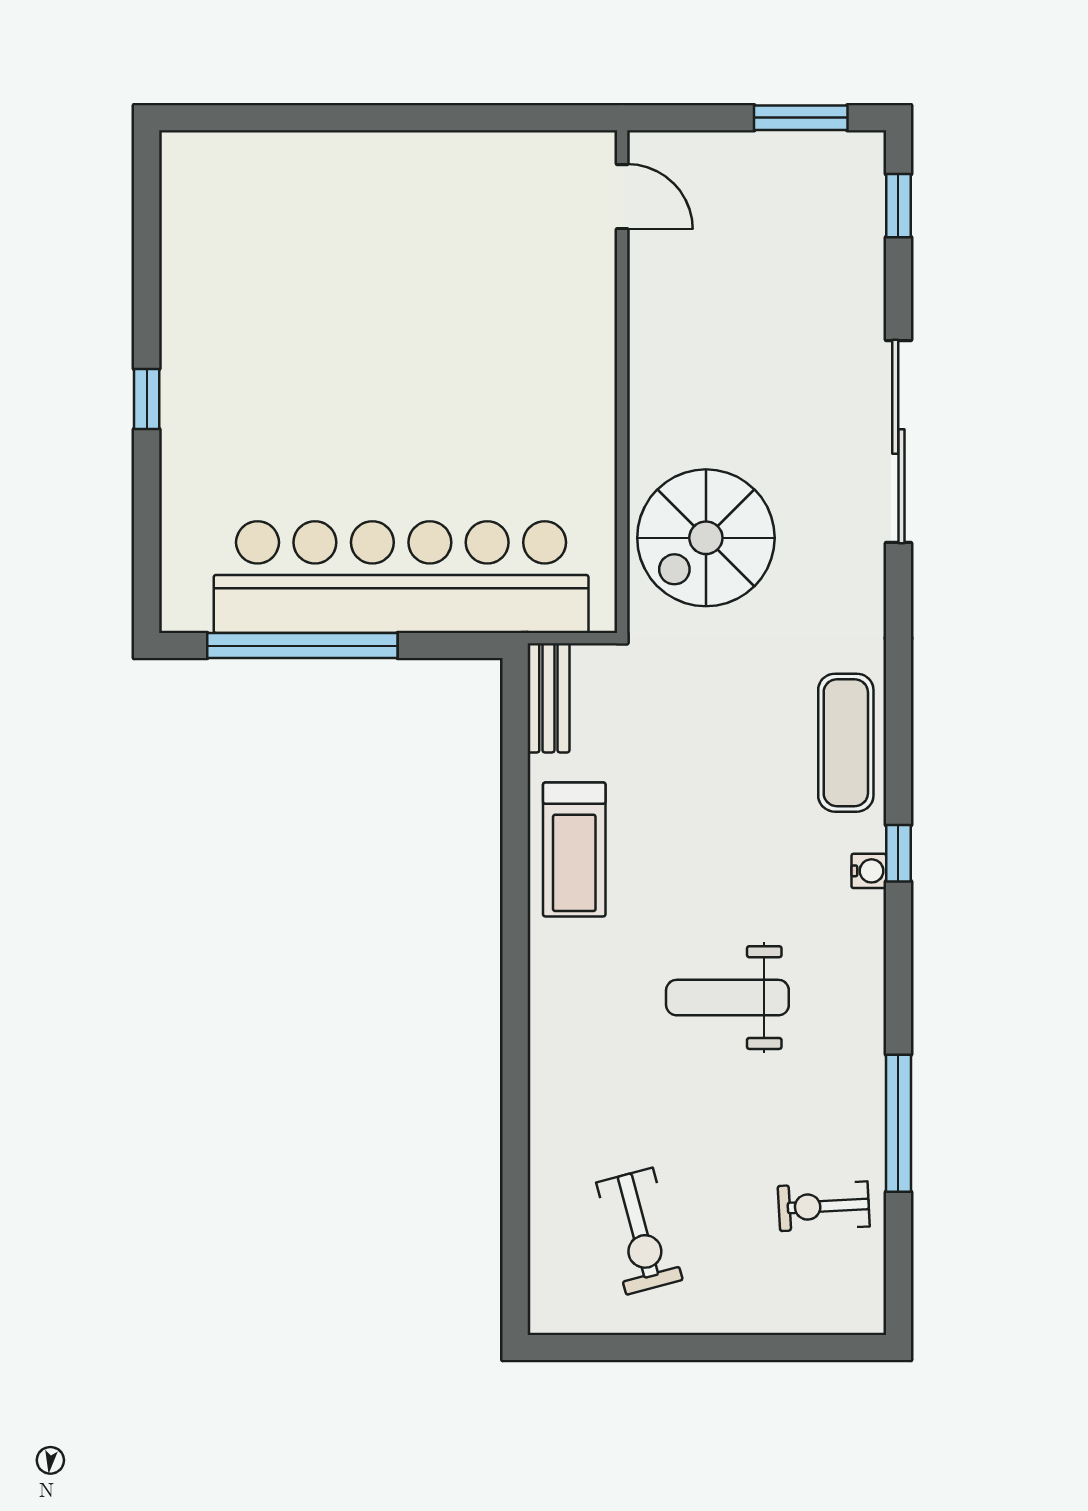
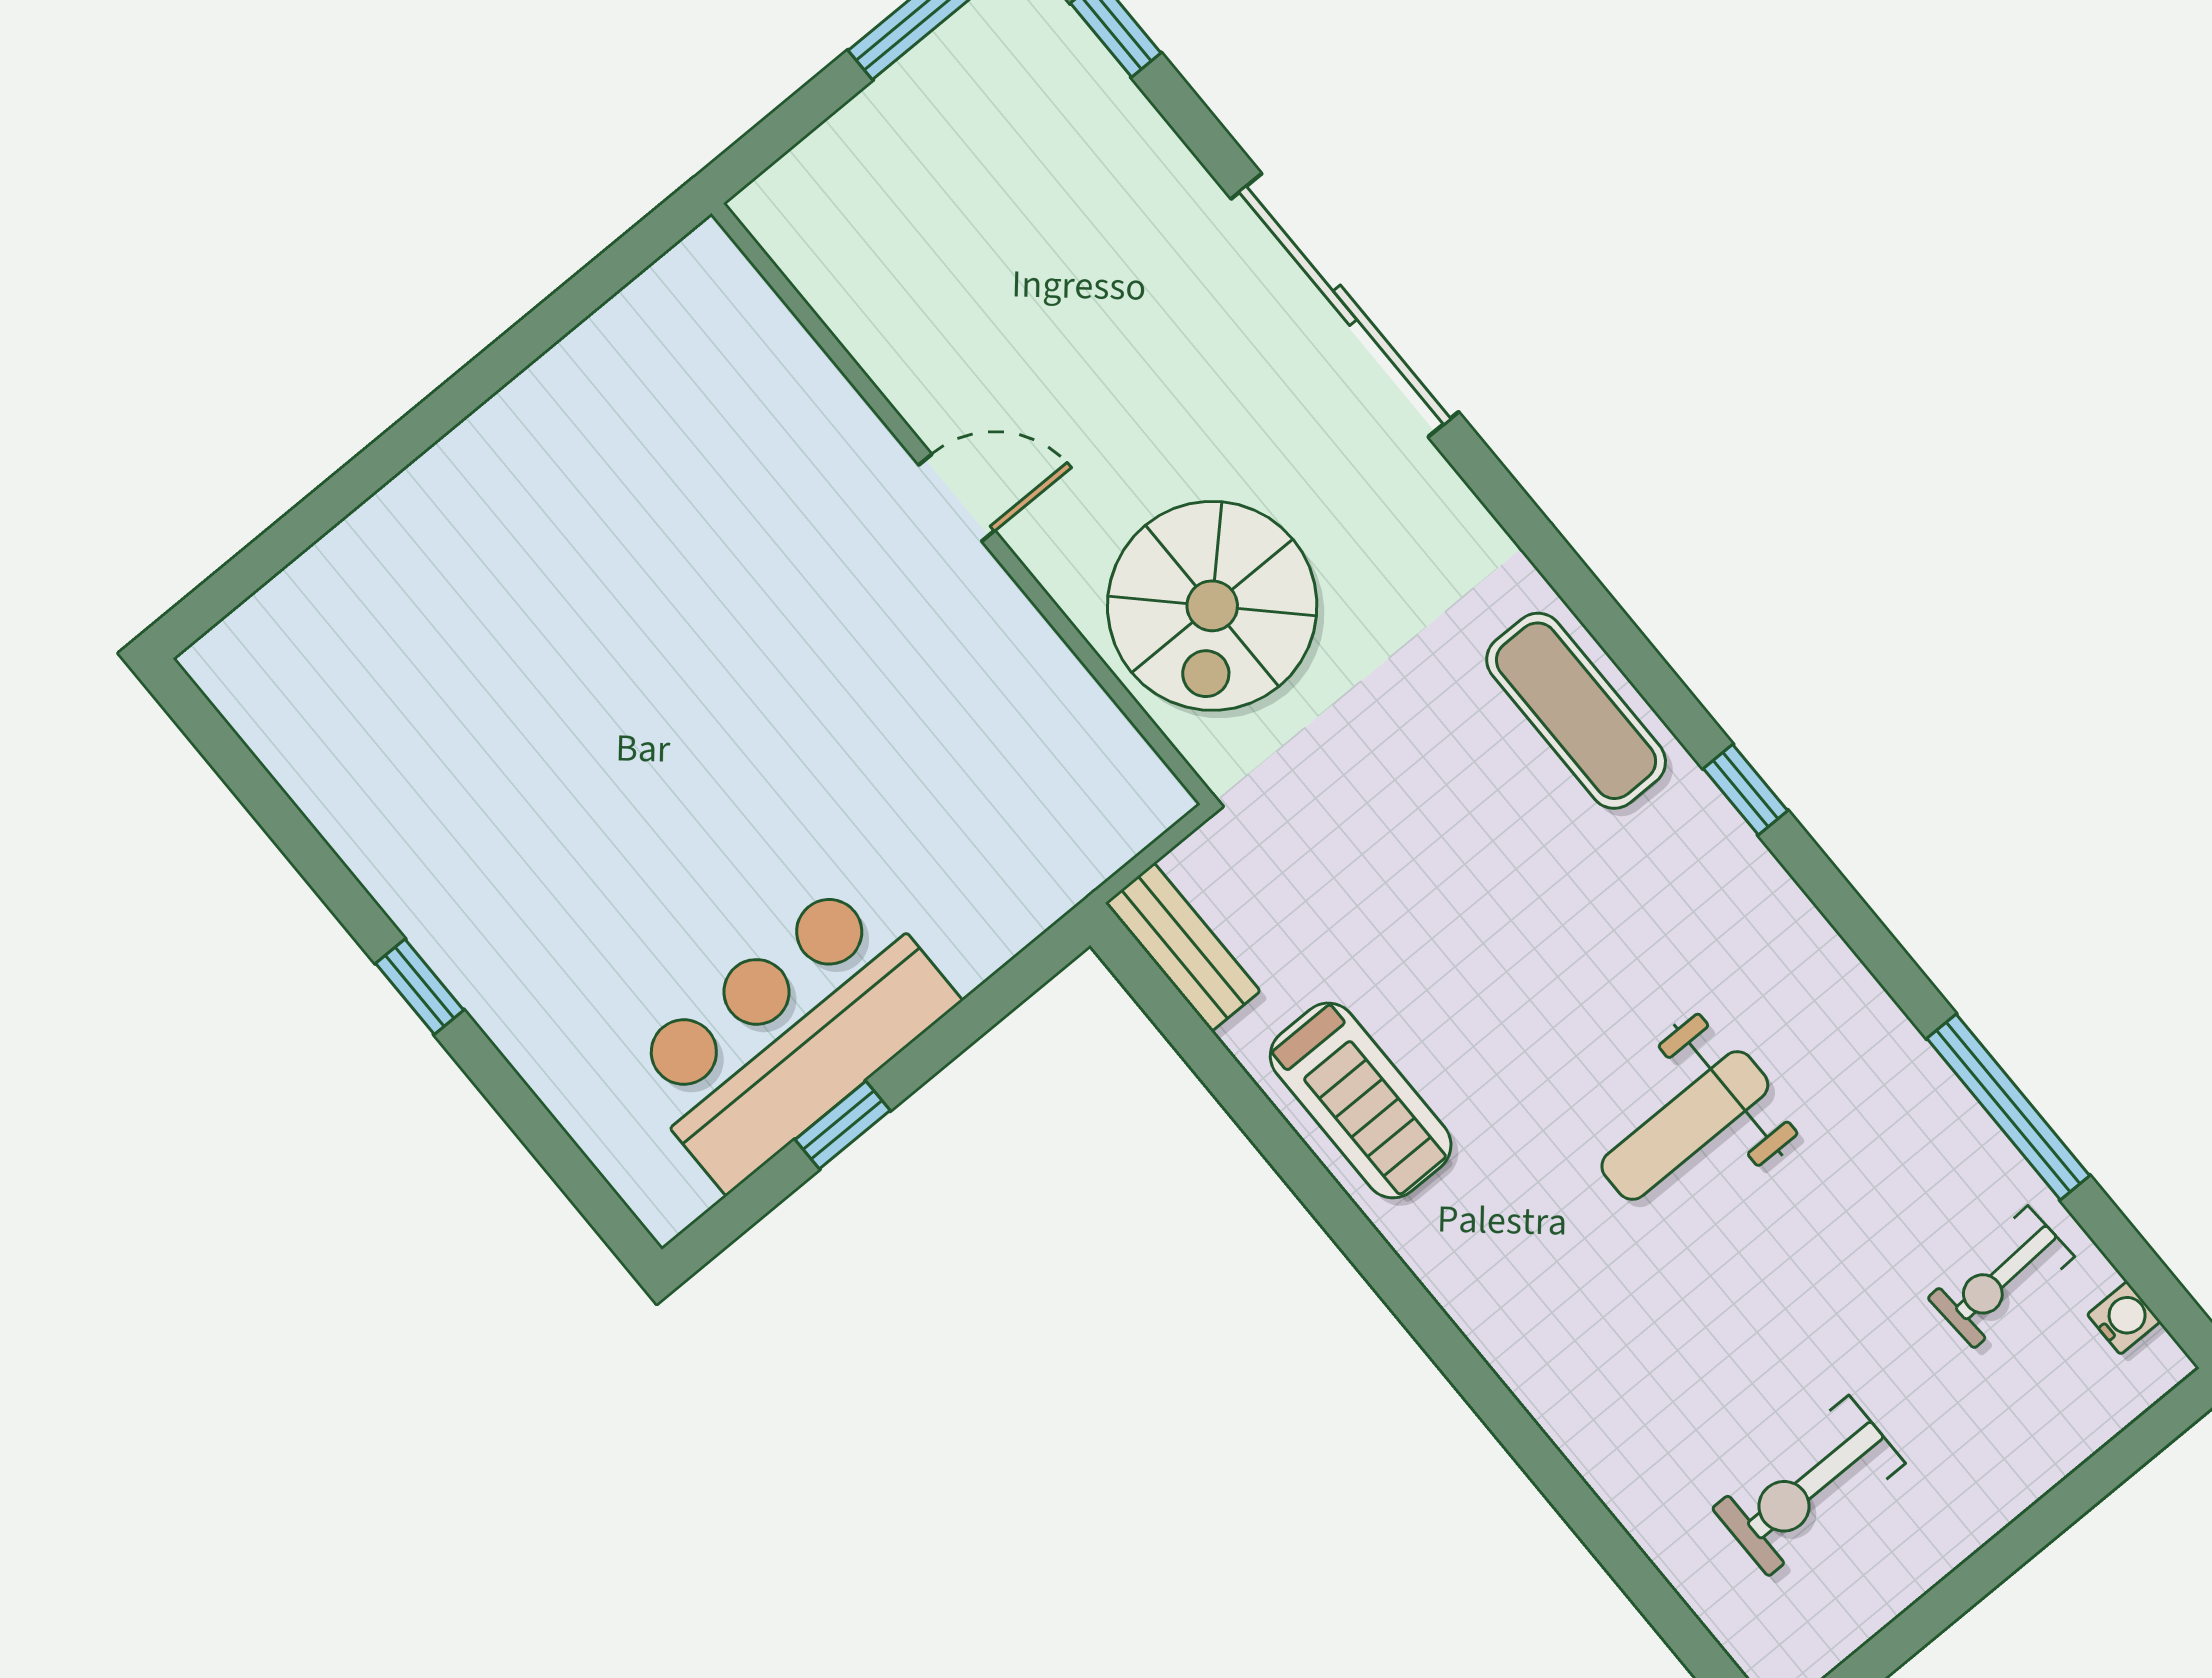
door: (622, 197) -> (957, 498), moved
bar counter: (401, 577) -> (790, 1033), width x0.54
window: (302, 646) -> (843, 1125), width x0.32
water cooler: (869, 871) -> (2124, 1318), moved
exercise bike: (639, 1231) -> (1809, 1486), turned 105

